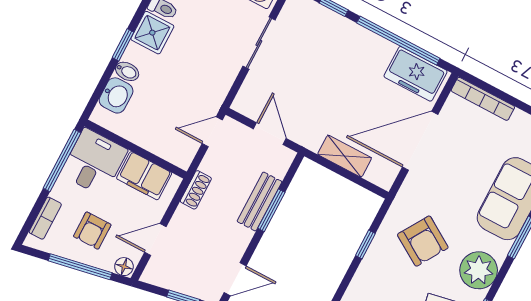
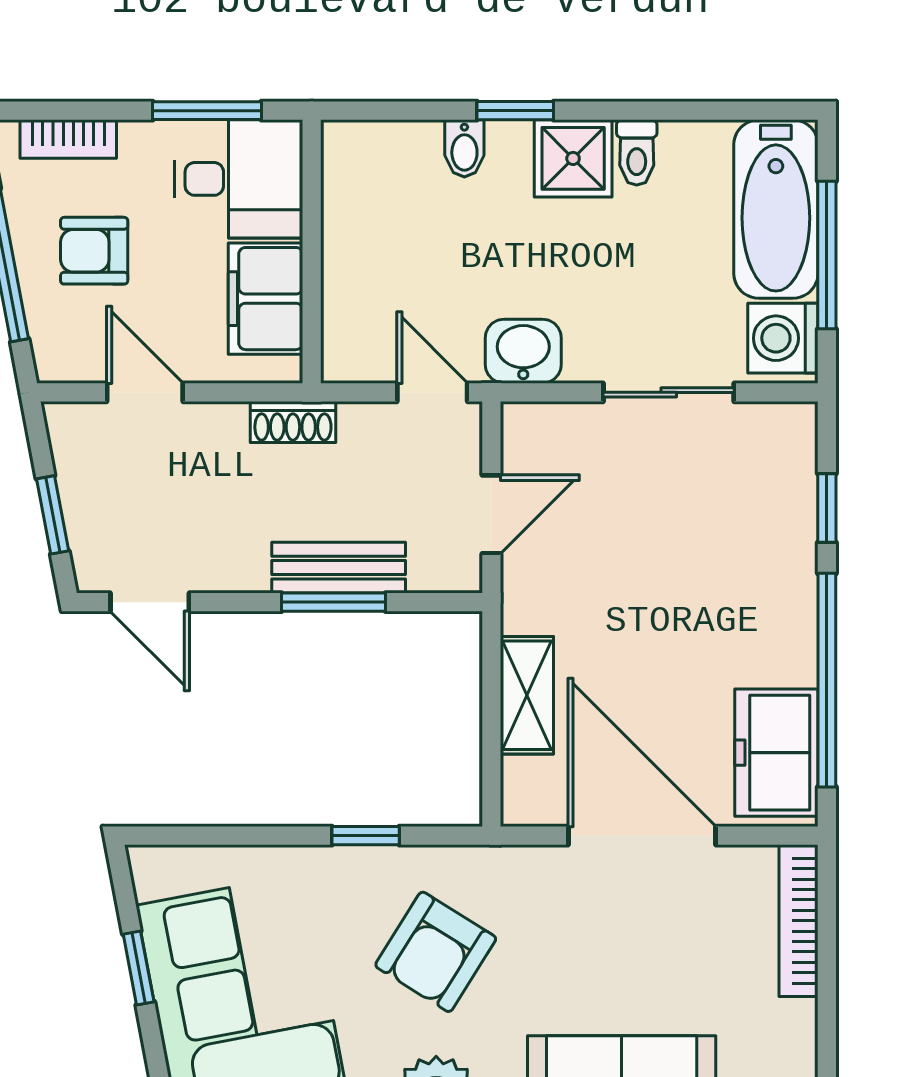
washbasin: (116, 95) -> (523, 351), moved, turned 180
window: (62, 161) -> (207, 111), width x0.69
floor lamp: (124, 267) -> (54, 357), removed

